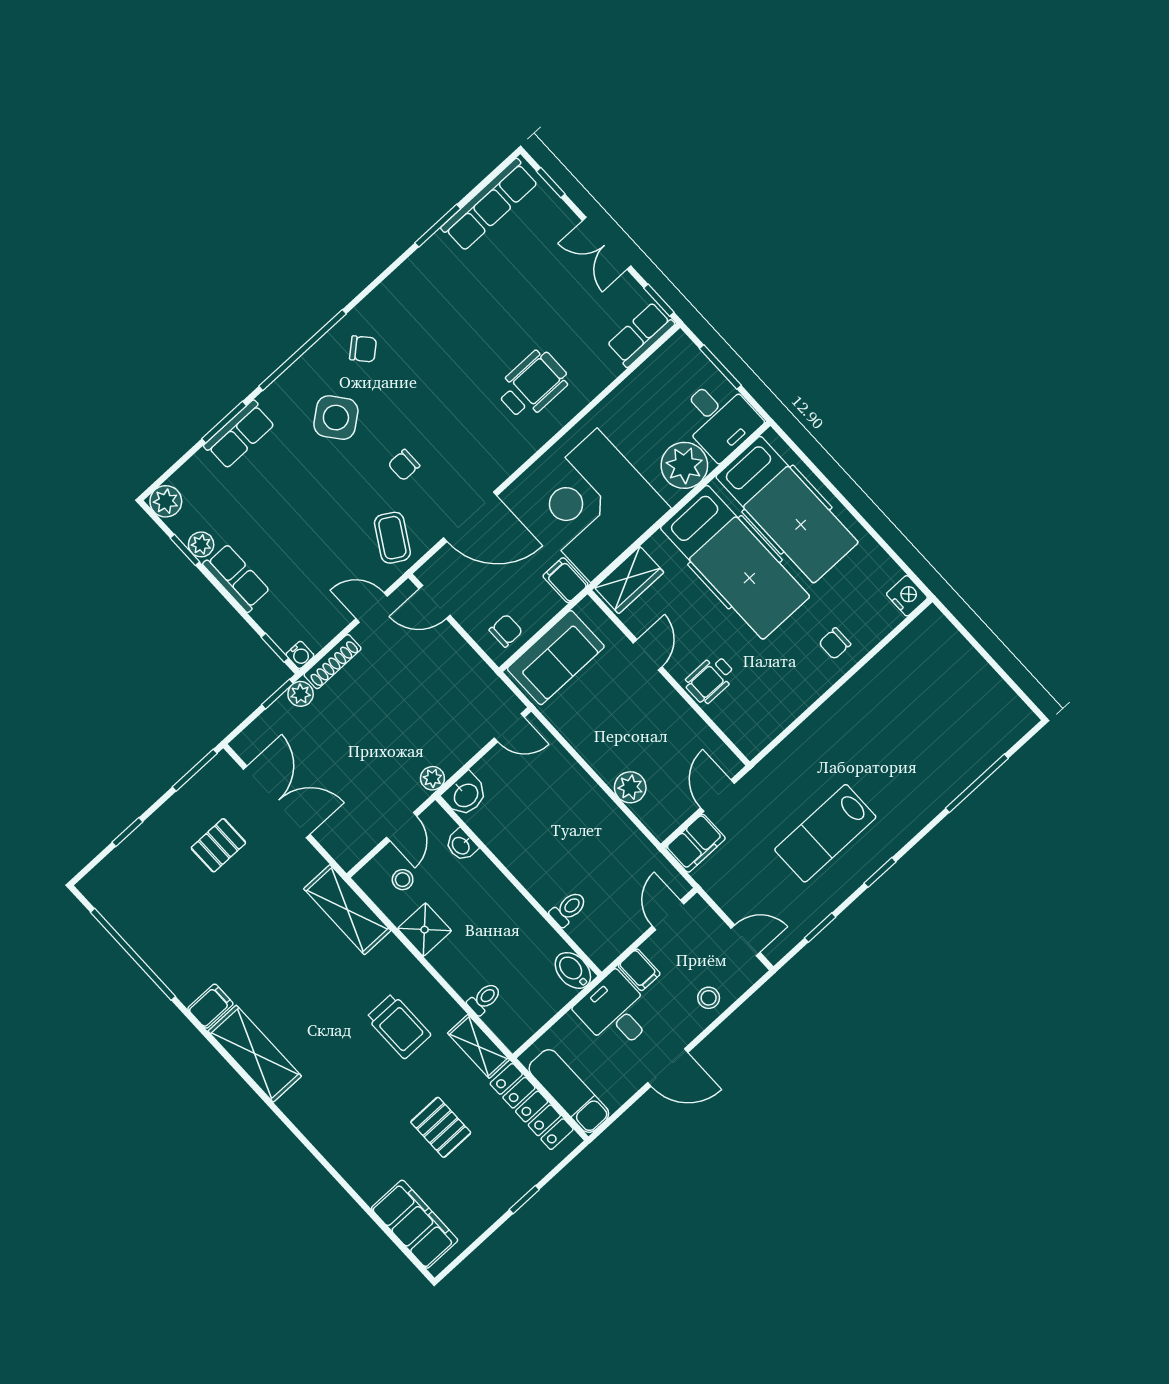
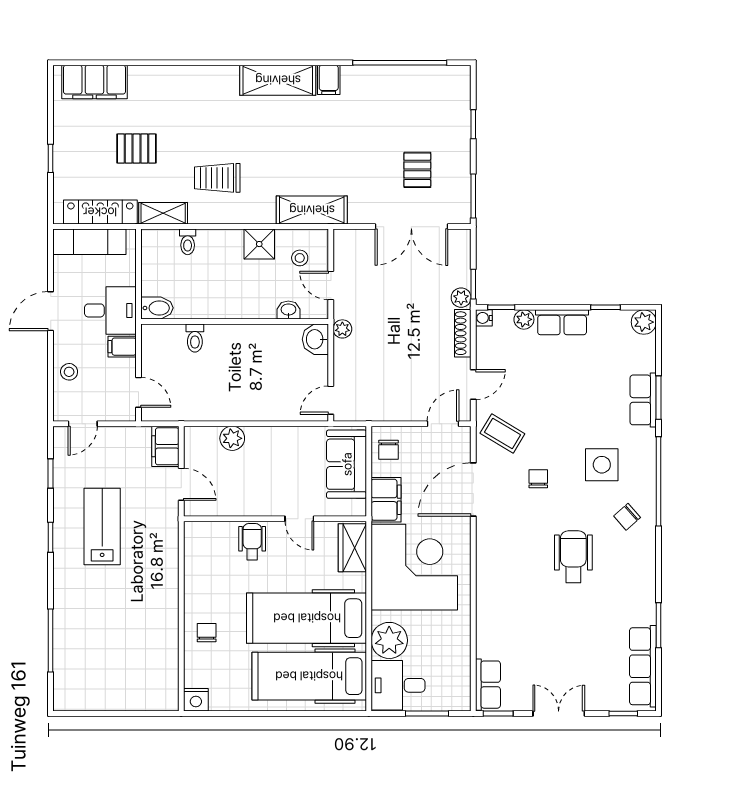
wheelchair: (533, 385) -> (573, 557), moved, turned 180
side table: (336, 418) -> (602, 465), turned 38
plant: (201, 544) -> (524, 319), moved
filing cabinet: (566, 580) -> (386, 500), width x2.00

